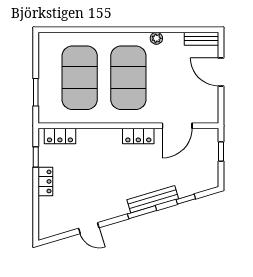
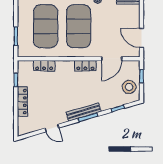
door: (221, 72) -> (141, 38), moved
locker: (60, 136) -> (44, 66), moved
stool: (203, 167) -> (129, 87), added
locker: (45, 181) -> (22, 102), width x1.53
bench: (153, 199) -> (83, 112), moved

